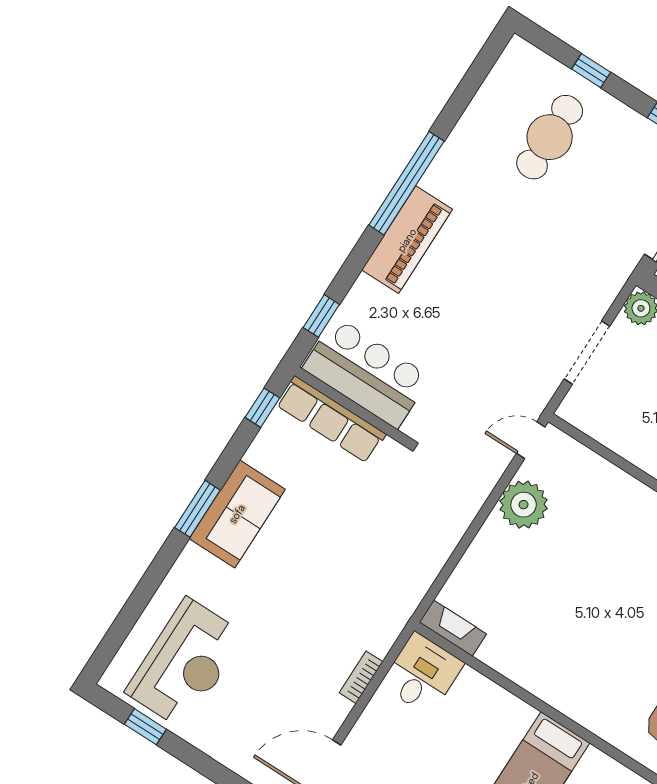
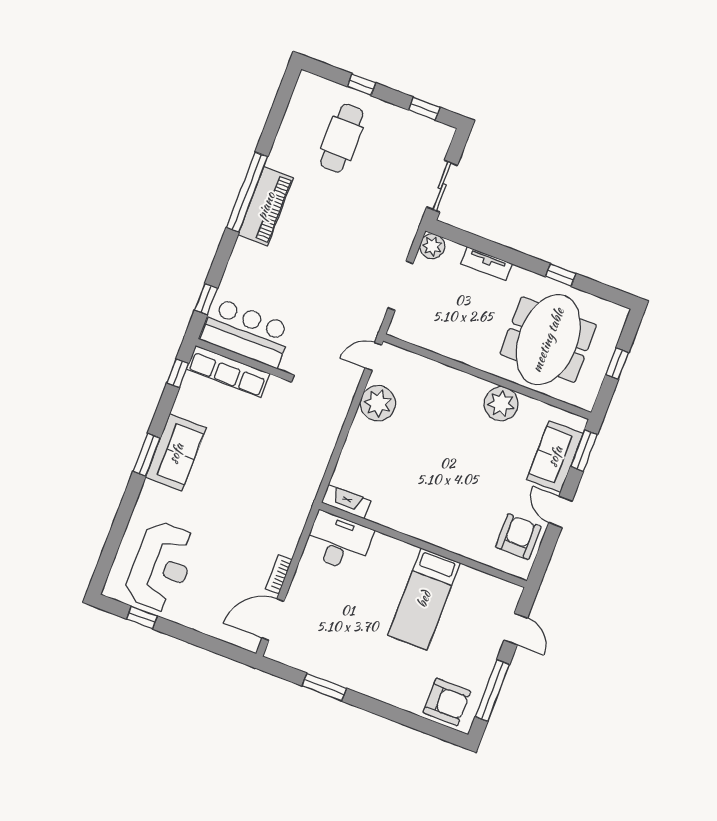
piano: (407, 240) -> (266, 206), moved
desk: (422, 674) -> (339, 542), width x1.37
bookcase: (361, 677) -> (279, 574), moved

